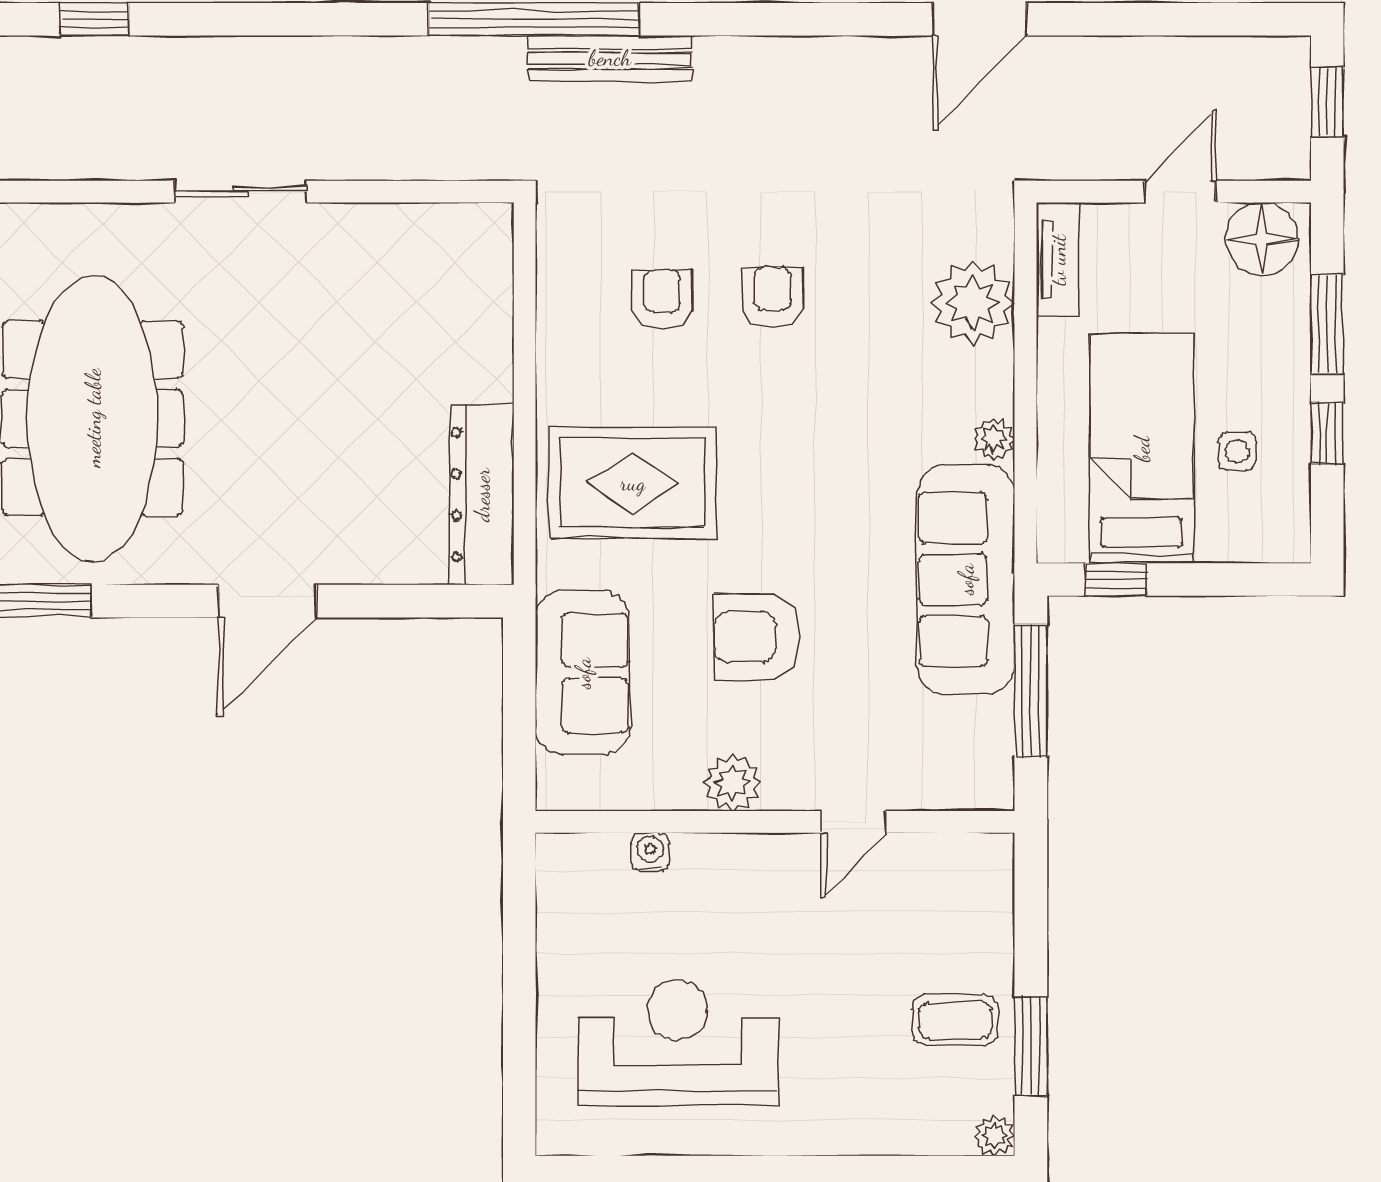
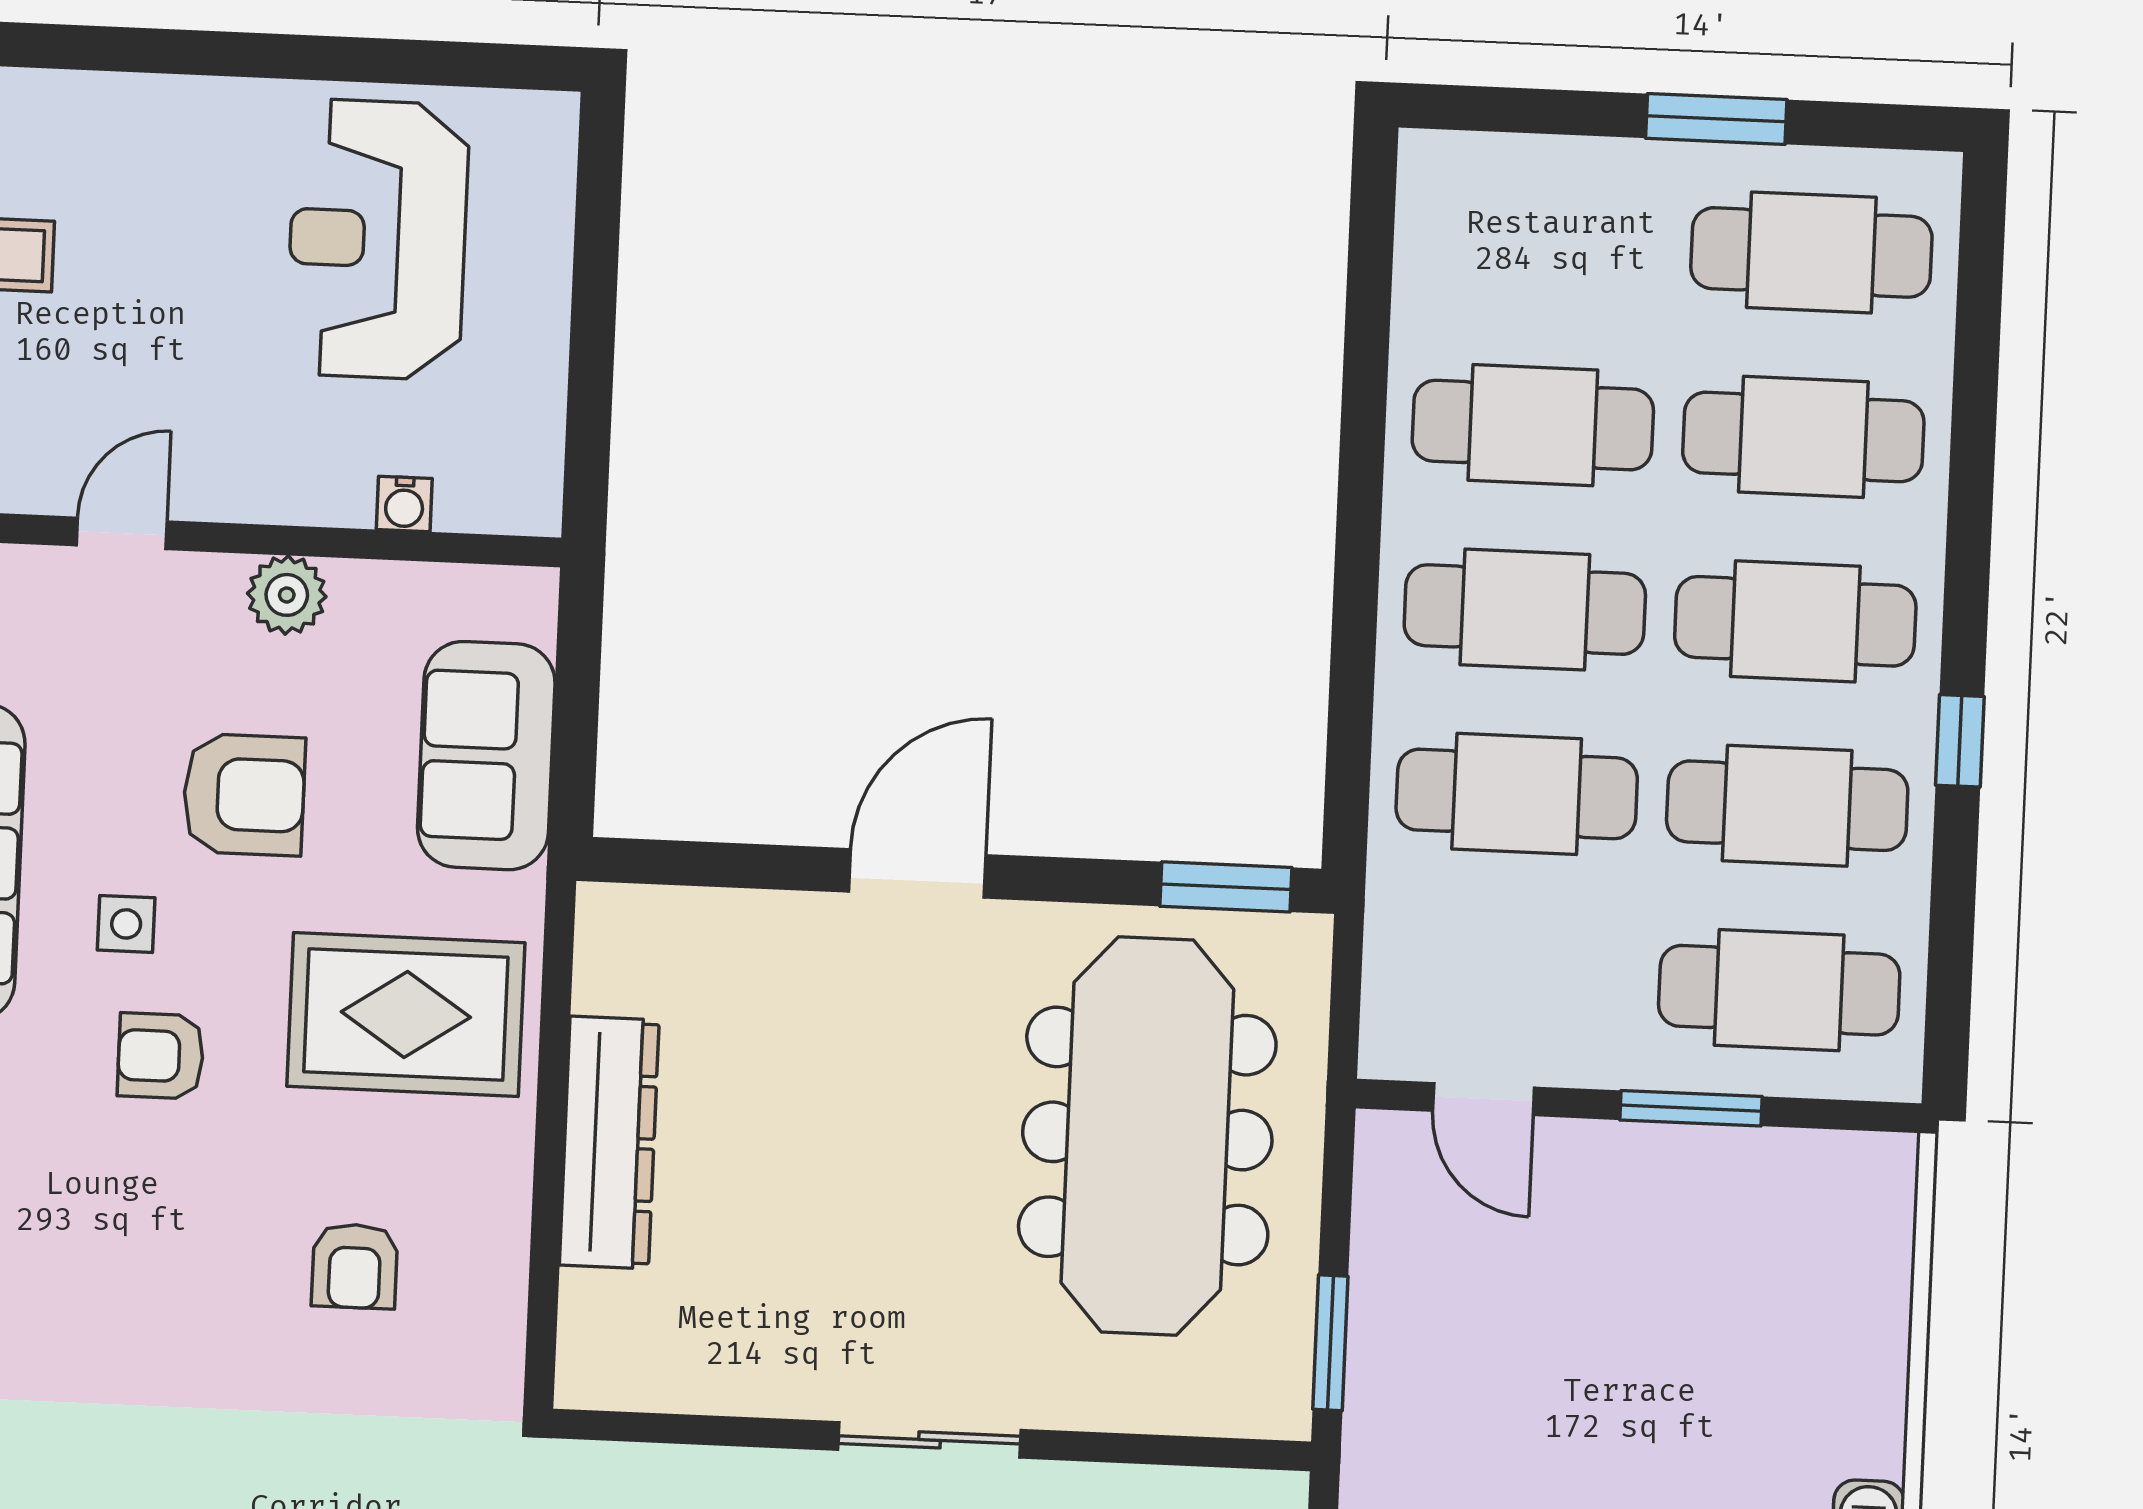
armchair: (772, 297) -> (161, 1056), moved, turned 90
dresser: (482, 495) -> (609, 1142), moved
side table: (838, 540) -> (126, 924), added
reception desk: (678, 1043) -> (377, 239), turned 90

